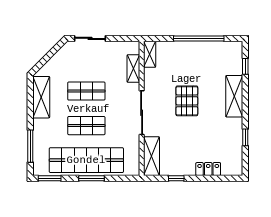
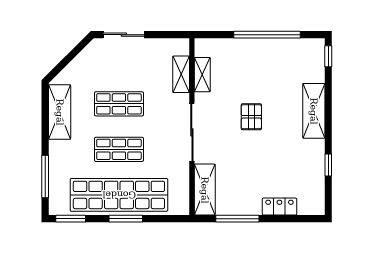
shelving: (150, 54) -> (202, 75), moved
window: (245, 66) -> (328, 56), moved
pallet: (187, 101) -> (251, 117), width x0.67, depth x0.71
window: (176, 178) -> (237, 219), width x2.17

